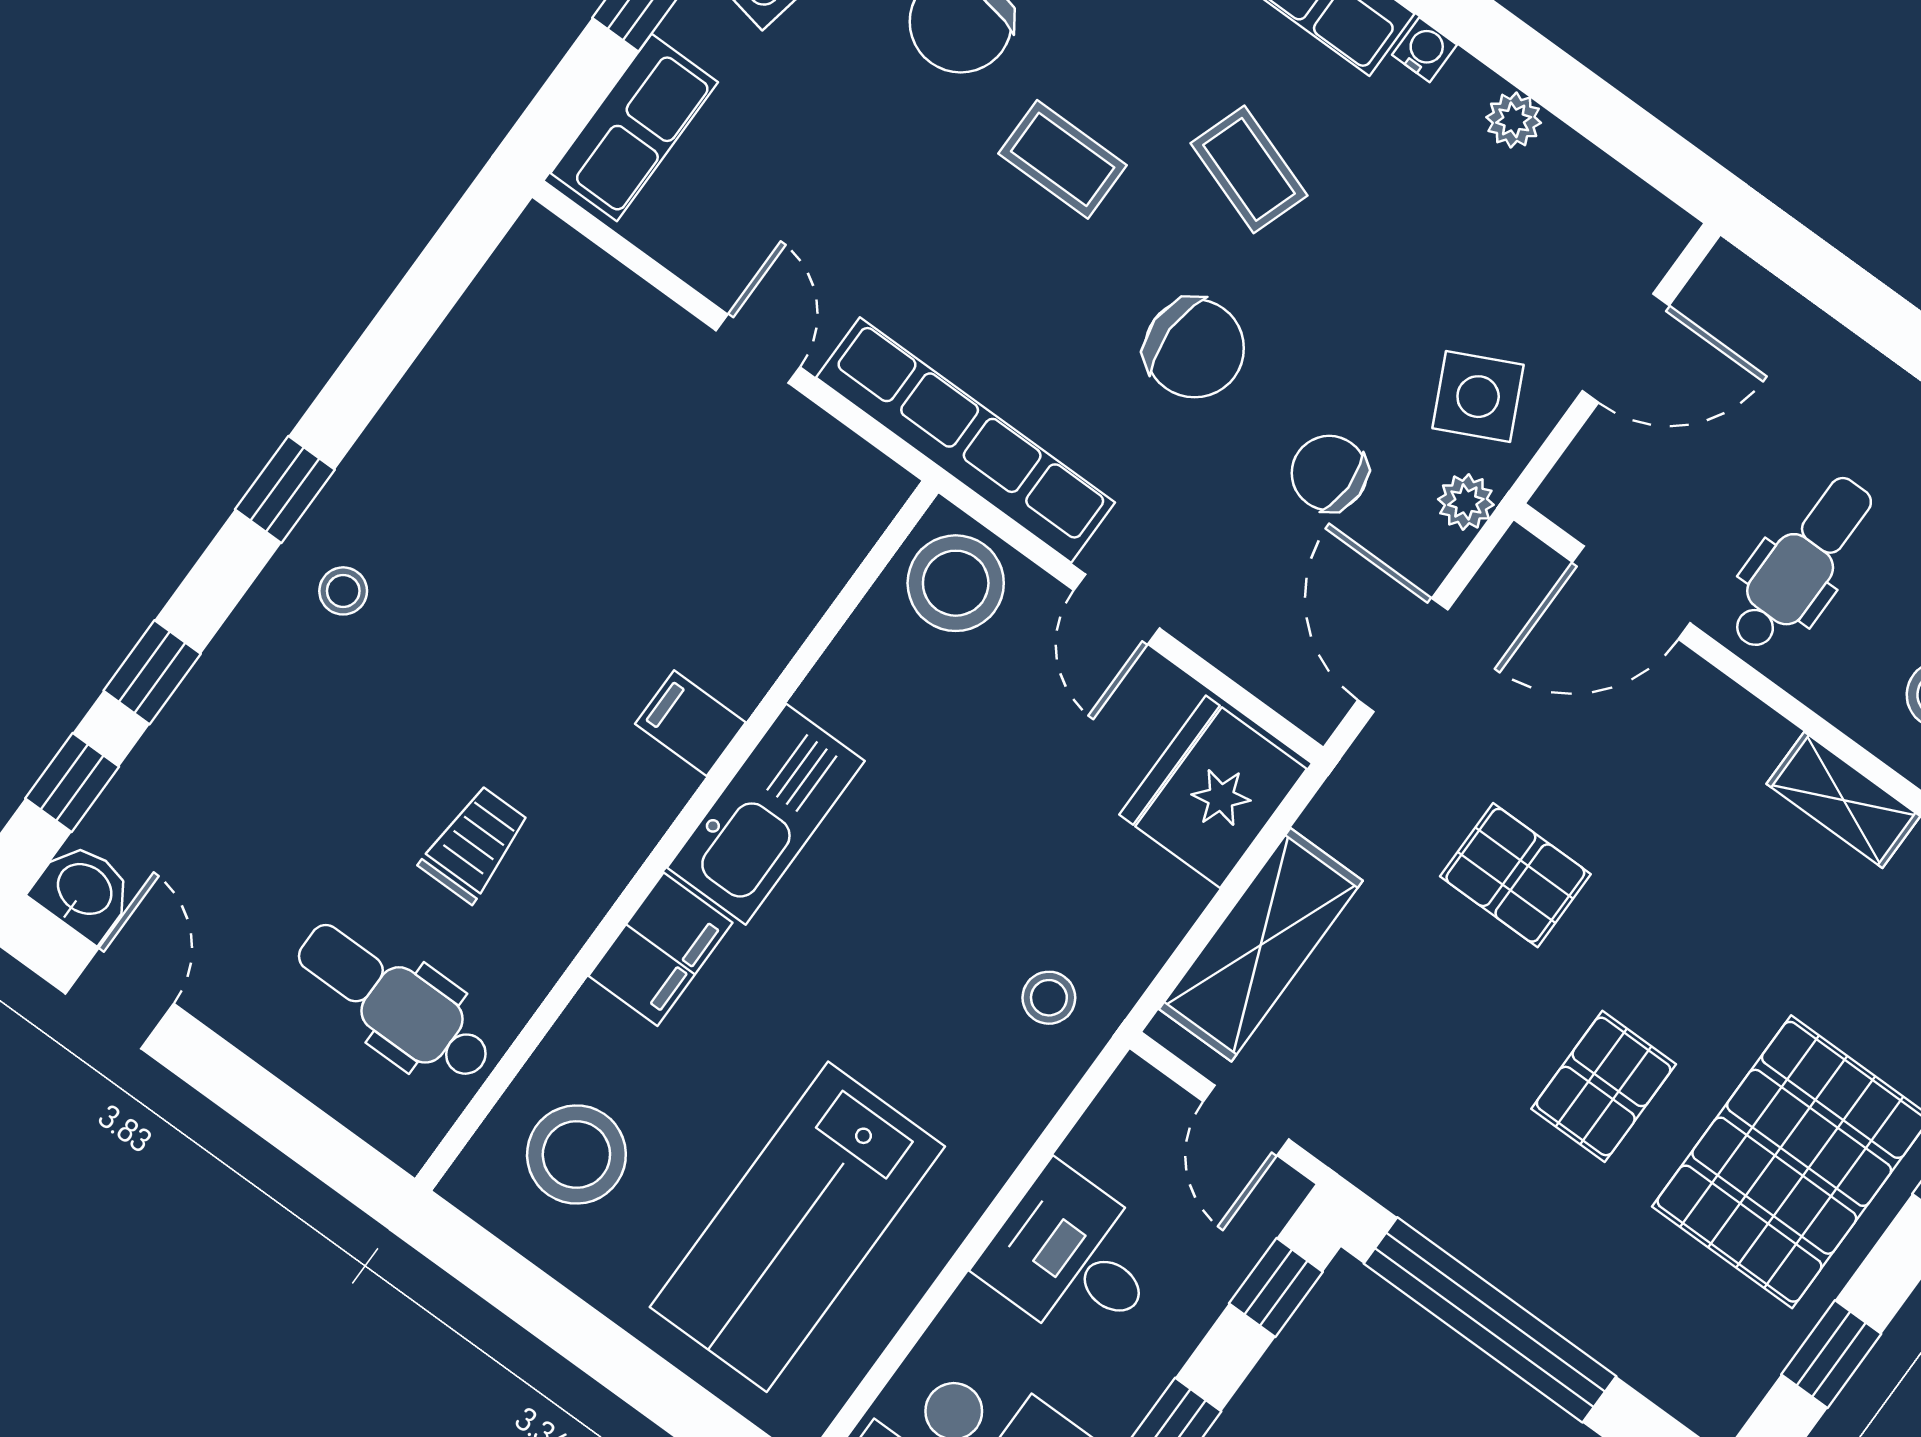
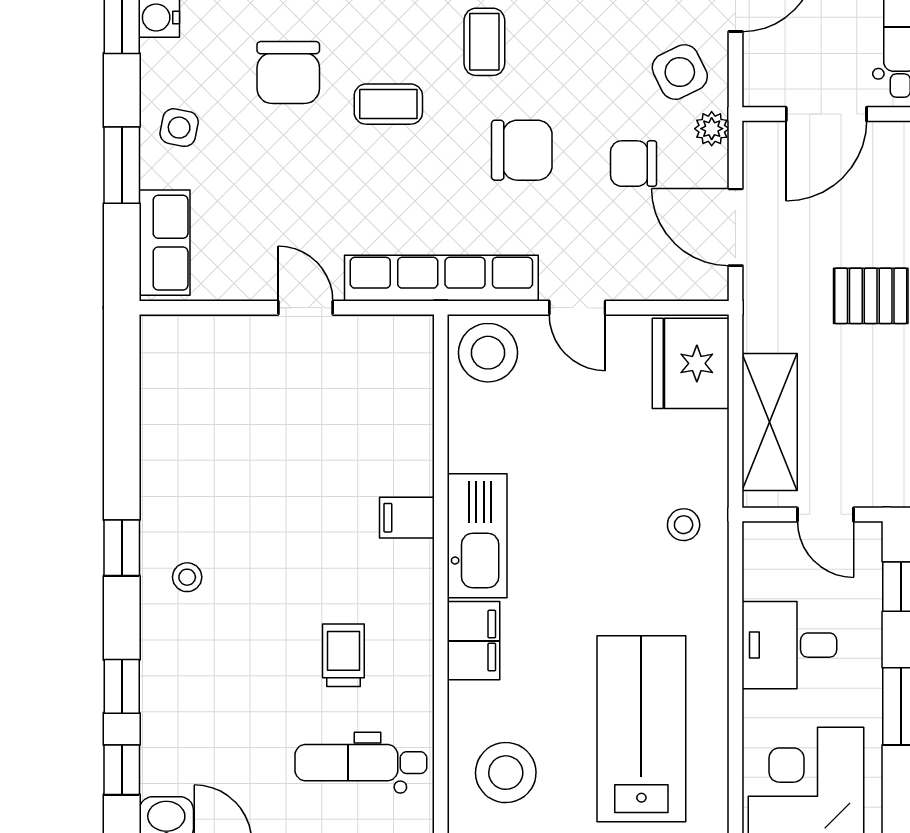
coffee table: (1249, 169) -> (484, 42), turned 71
lab bench: (797, 1227) -> (641, 729), turned 180

